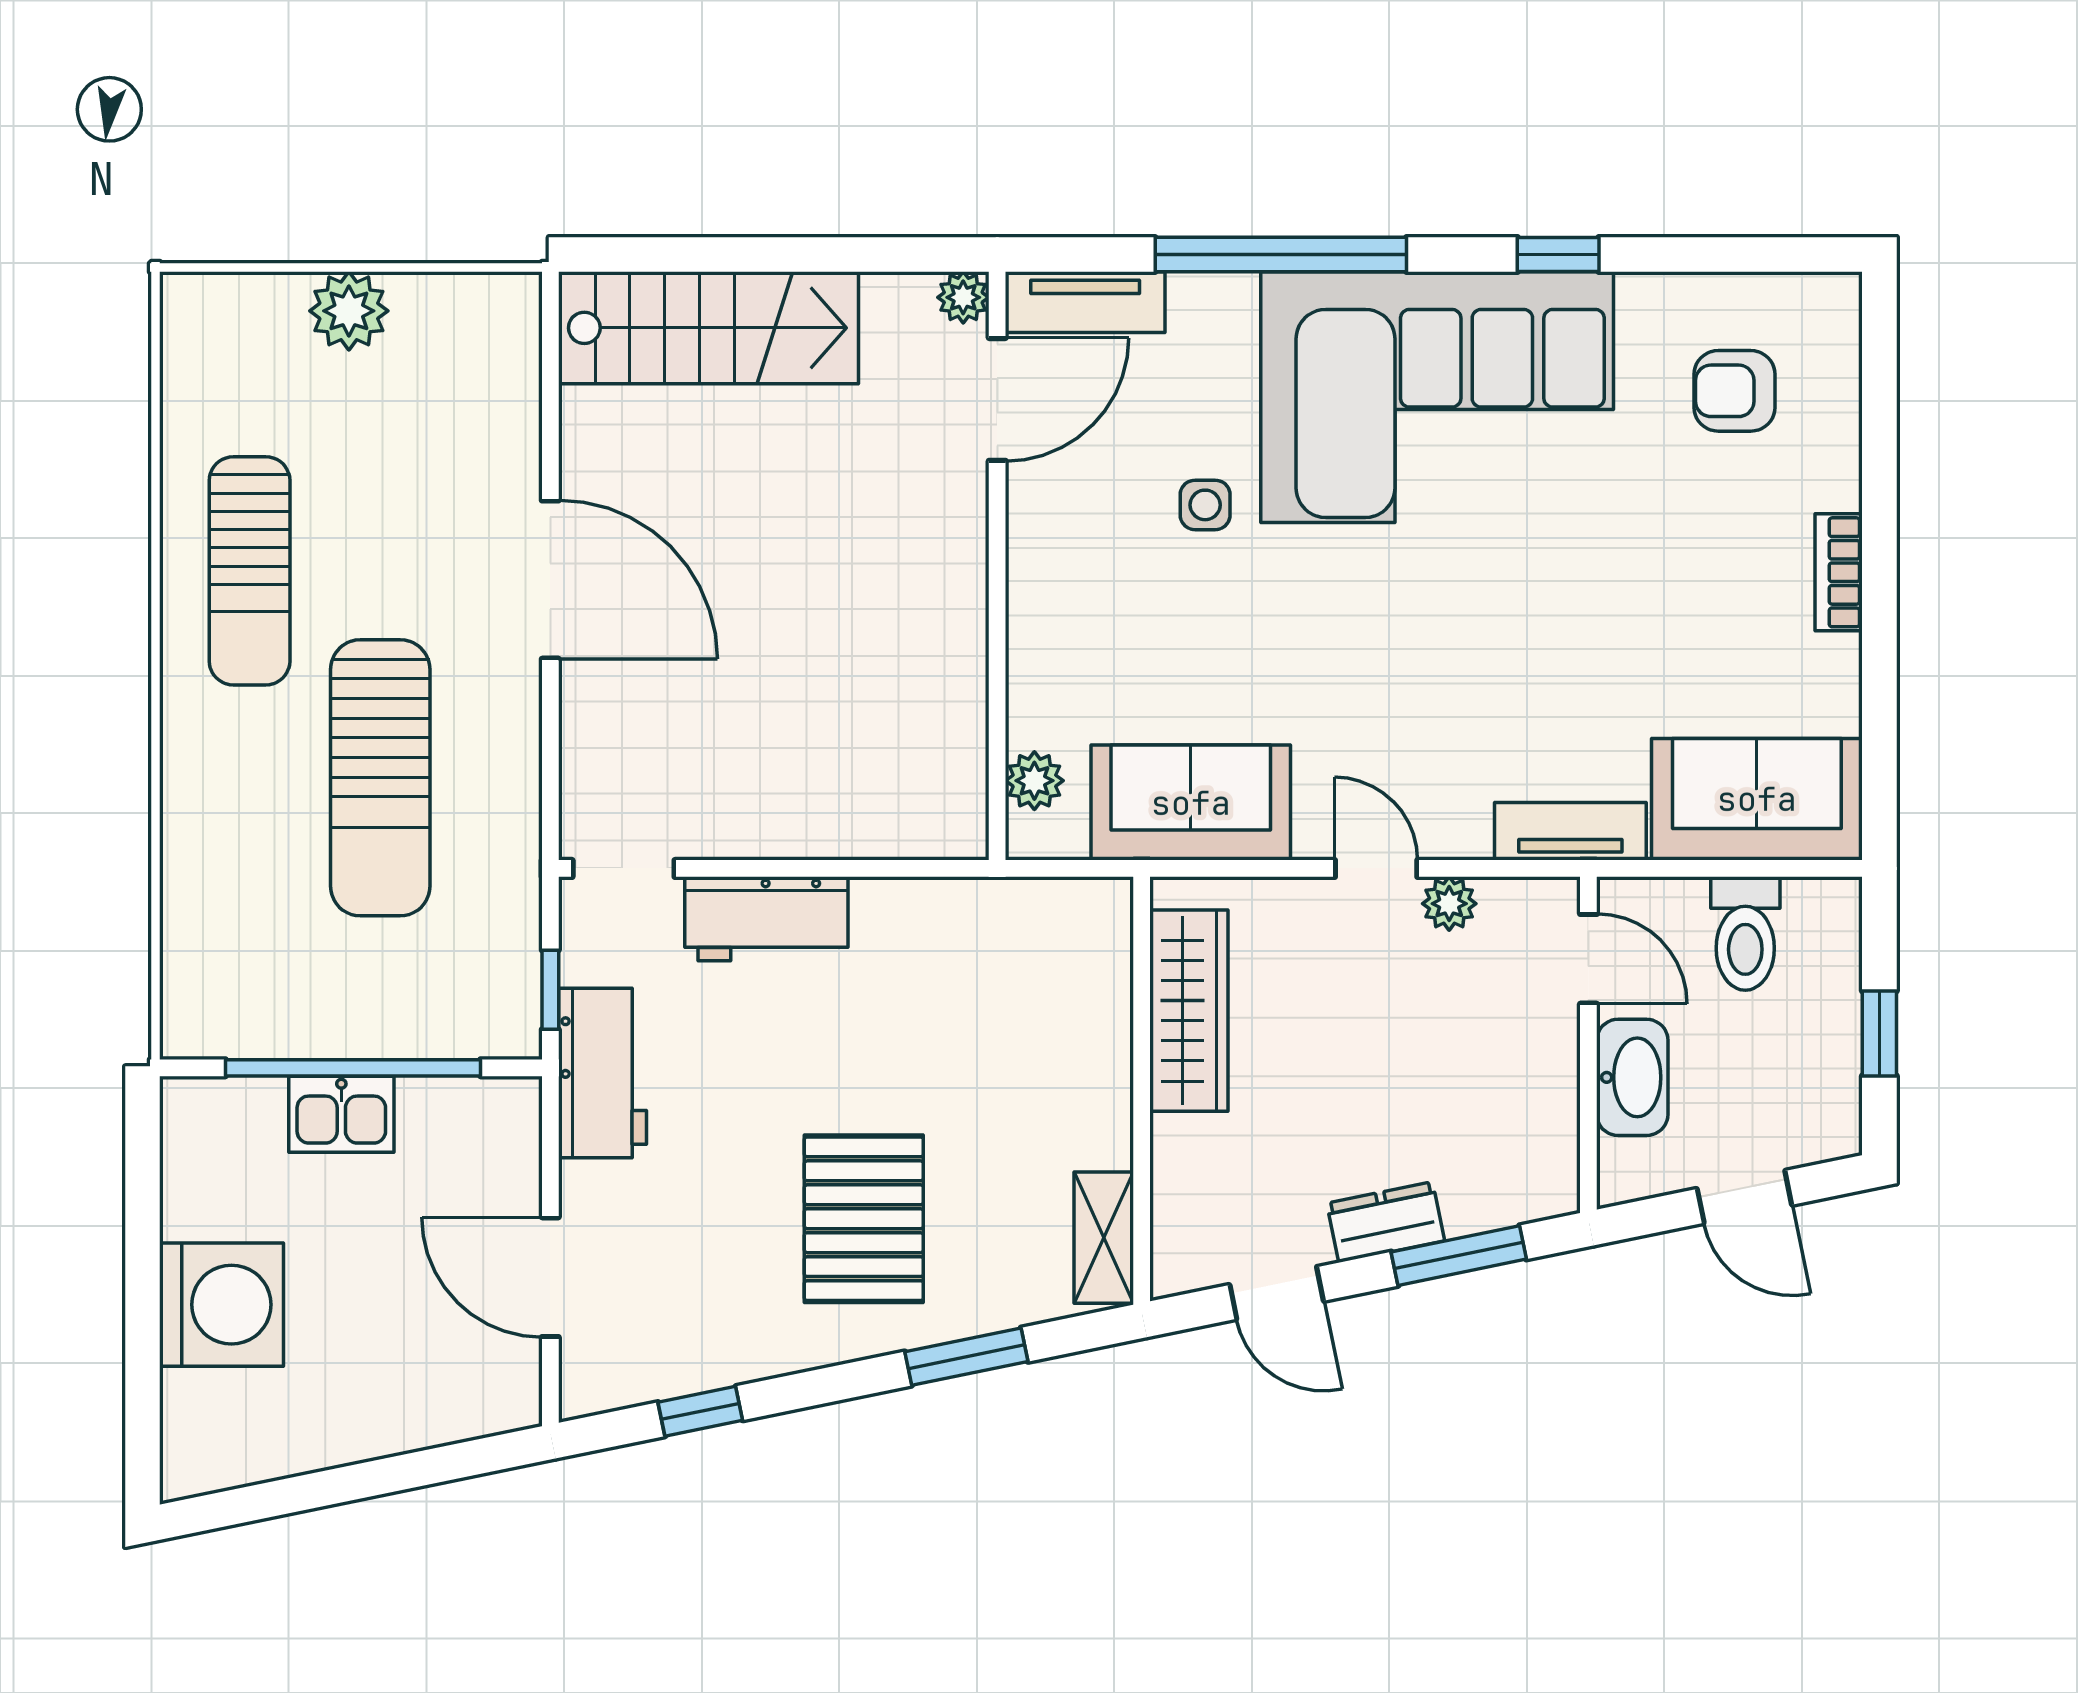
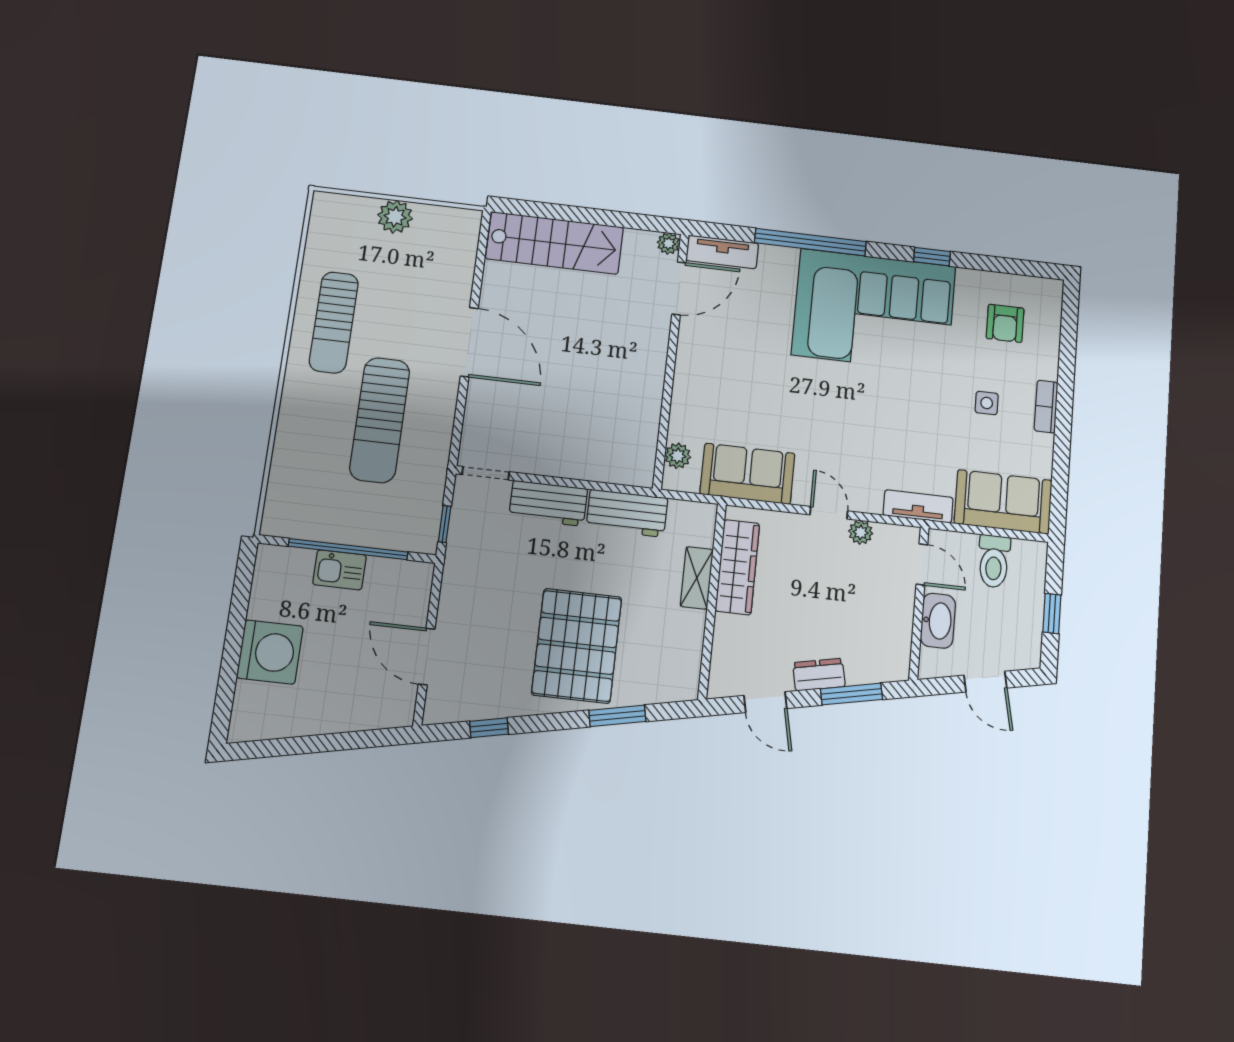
armchair: (1735, 391) -> (1005, 323), turned -90
side table: (1205, 505) -> (987, 403), moved
workbench: (602, 1073) -> (627, 513), moved, turned 90
pallet: (864, 1219) -> (577, 646), width x1.37, depth x1.41
shelving: (1104, 1238) -> (697, 578), moved

